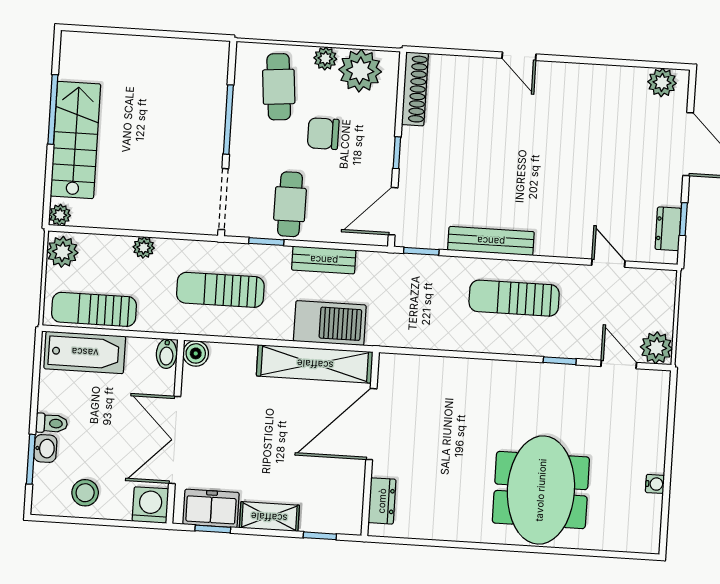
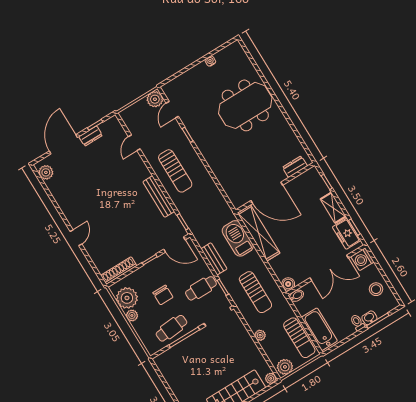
cafe table: (279, 87) -> (171, 328), moved
dresser: (668, 229) -> (91, 136), moved

